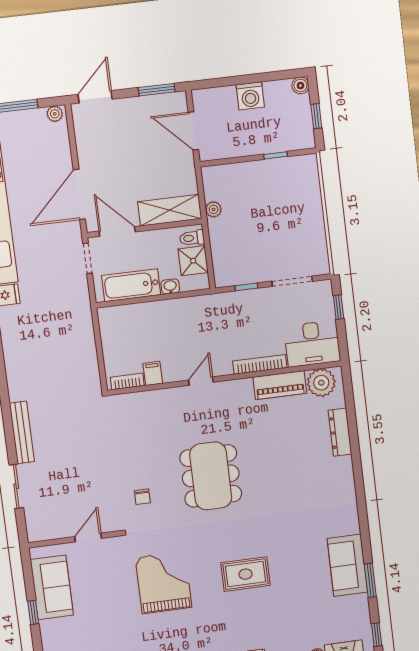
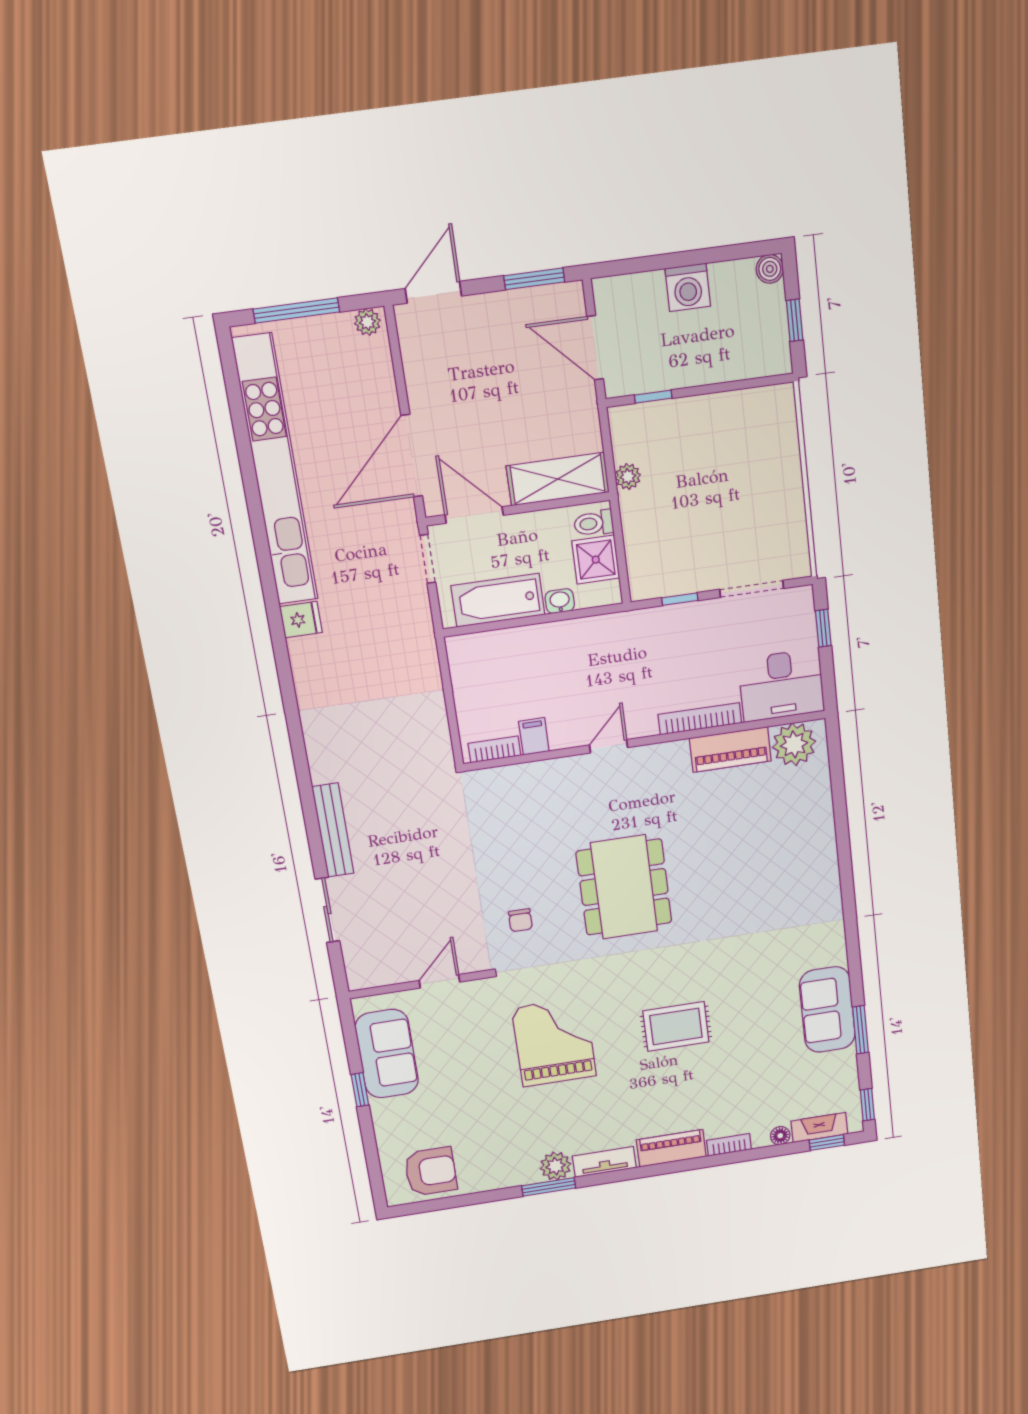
window: (275, 155) -> (653, 397), moved
dresser: (340, 432) -> (821, 818), removed

